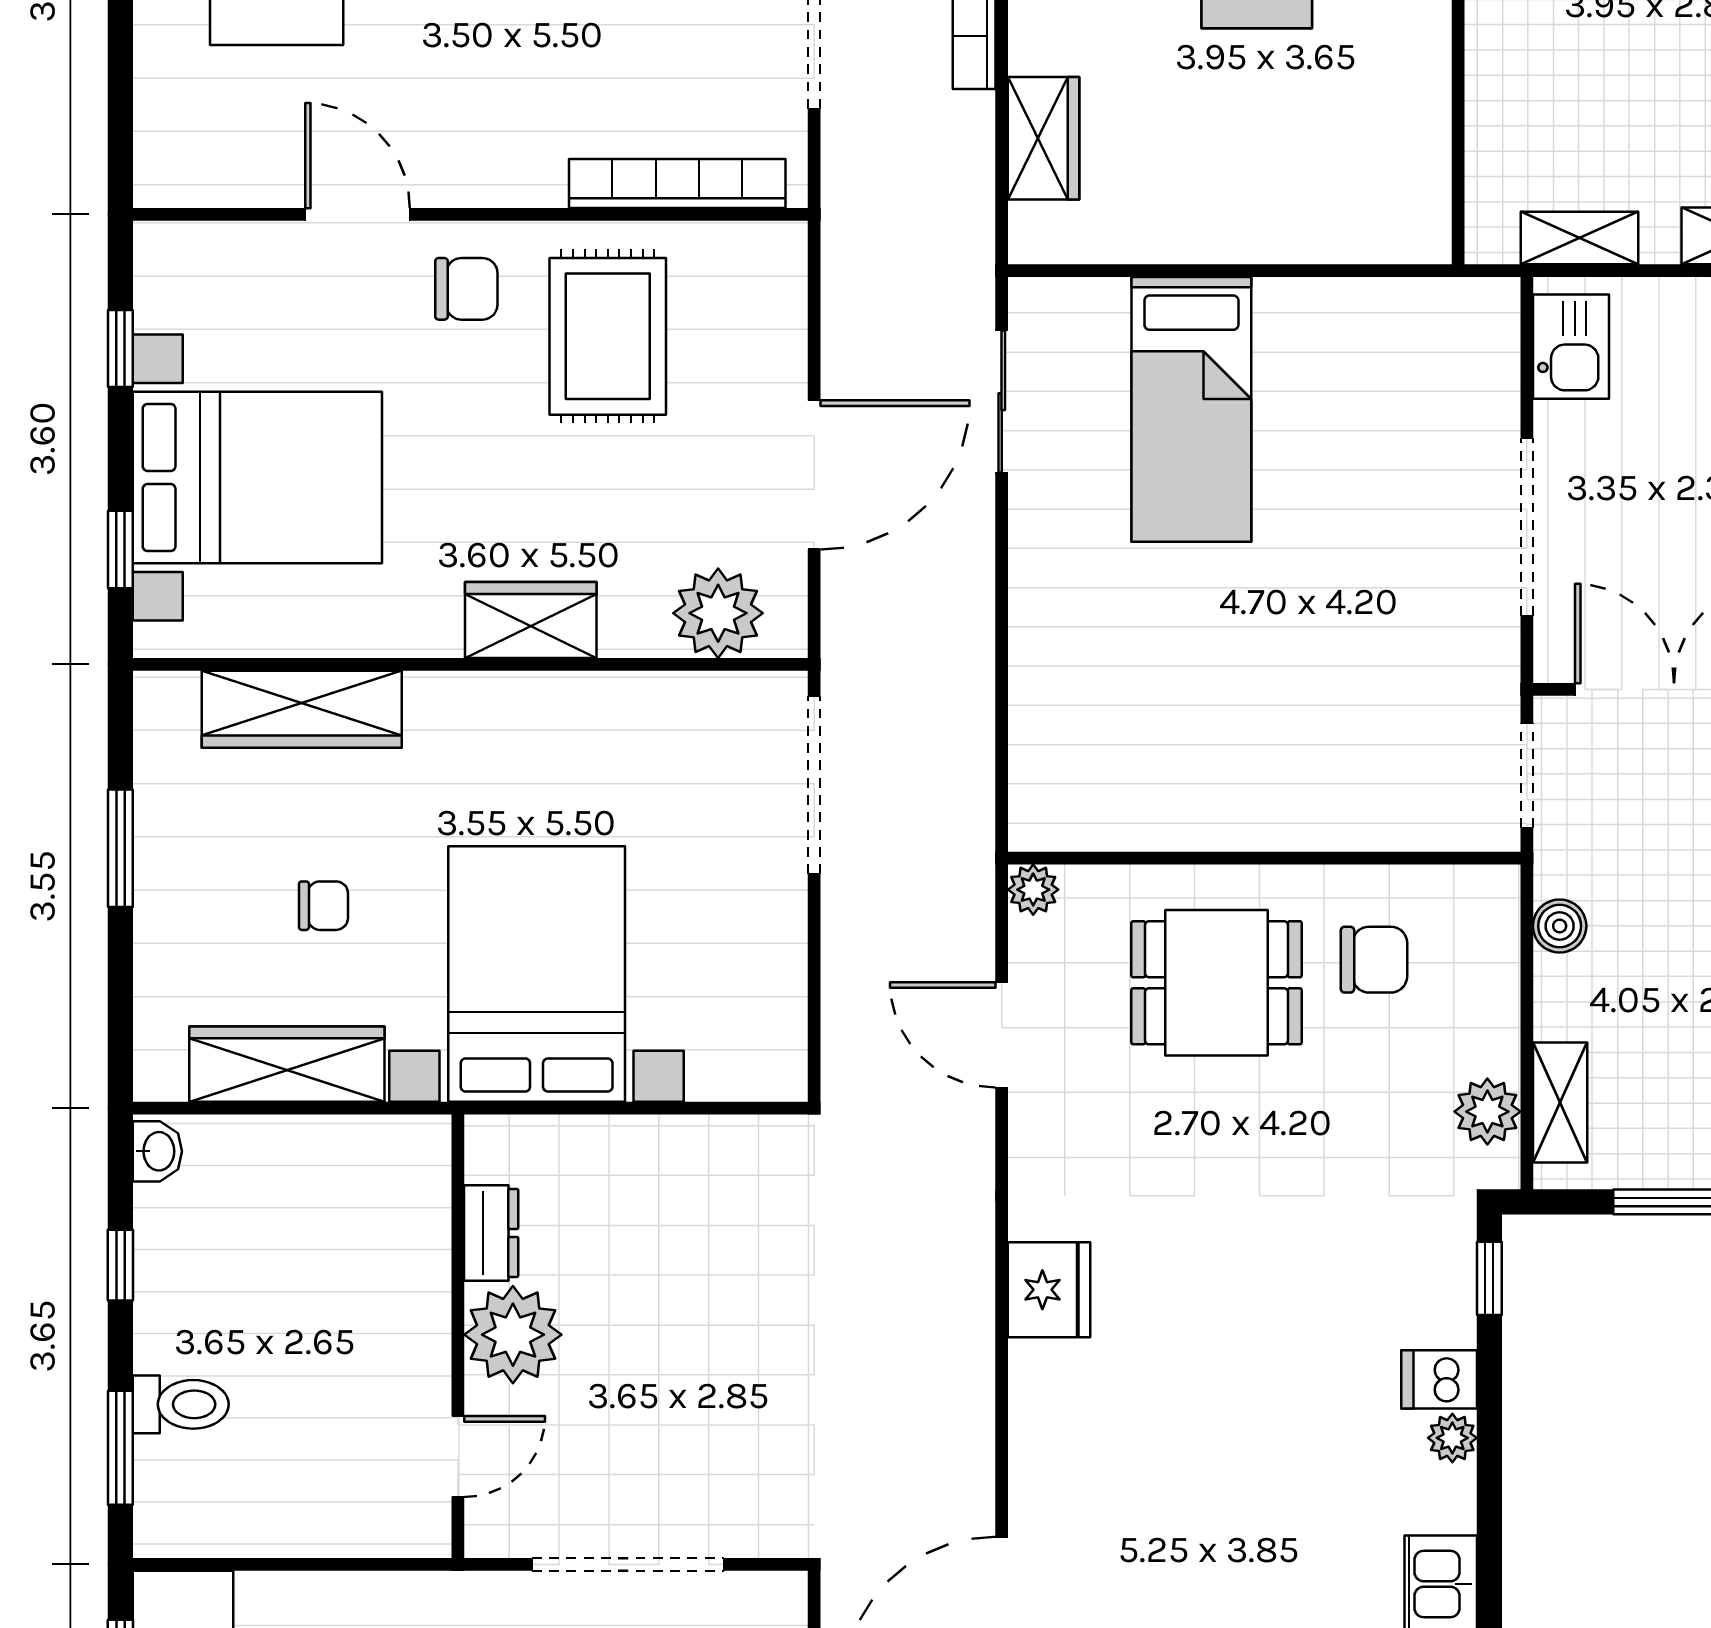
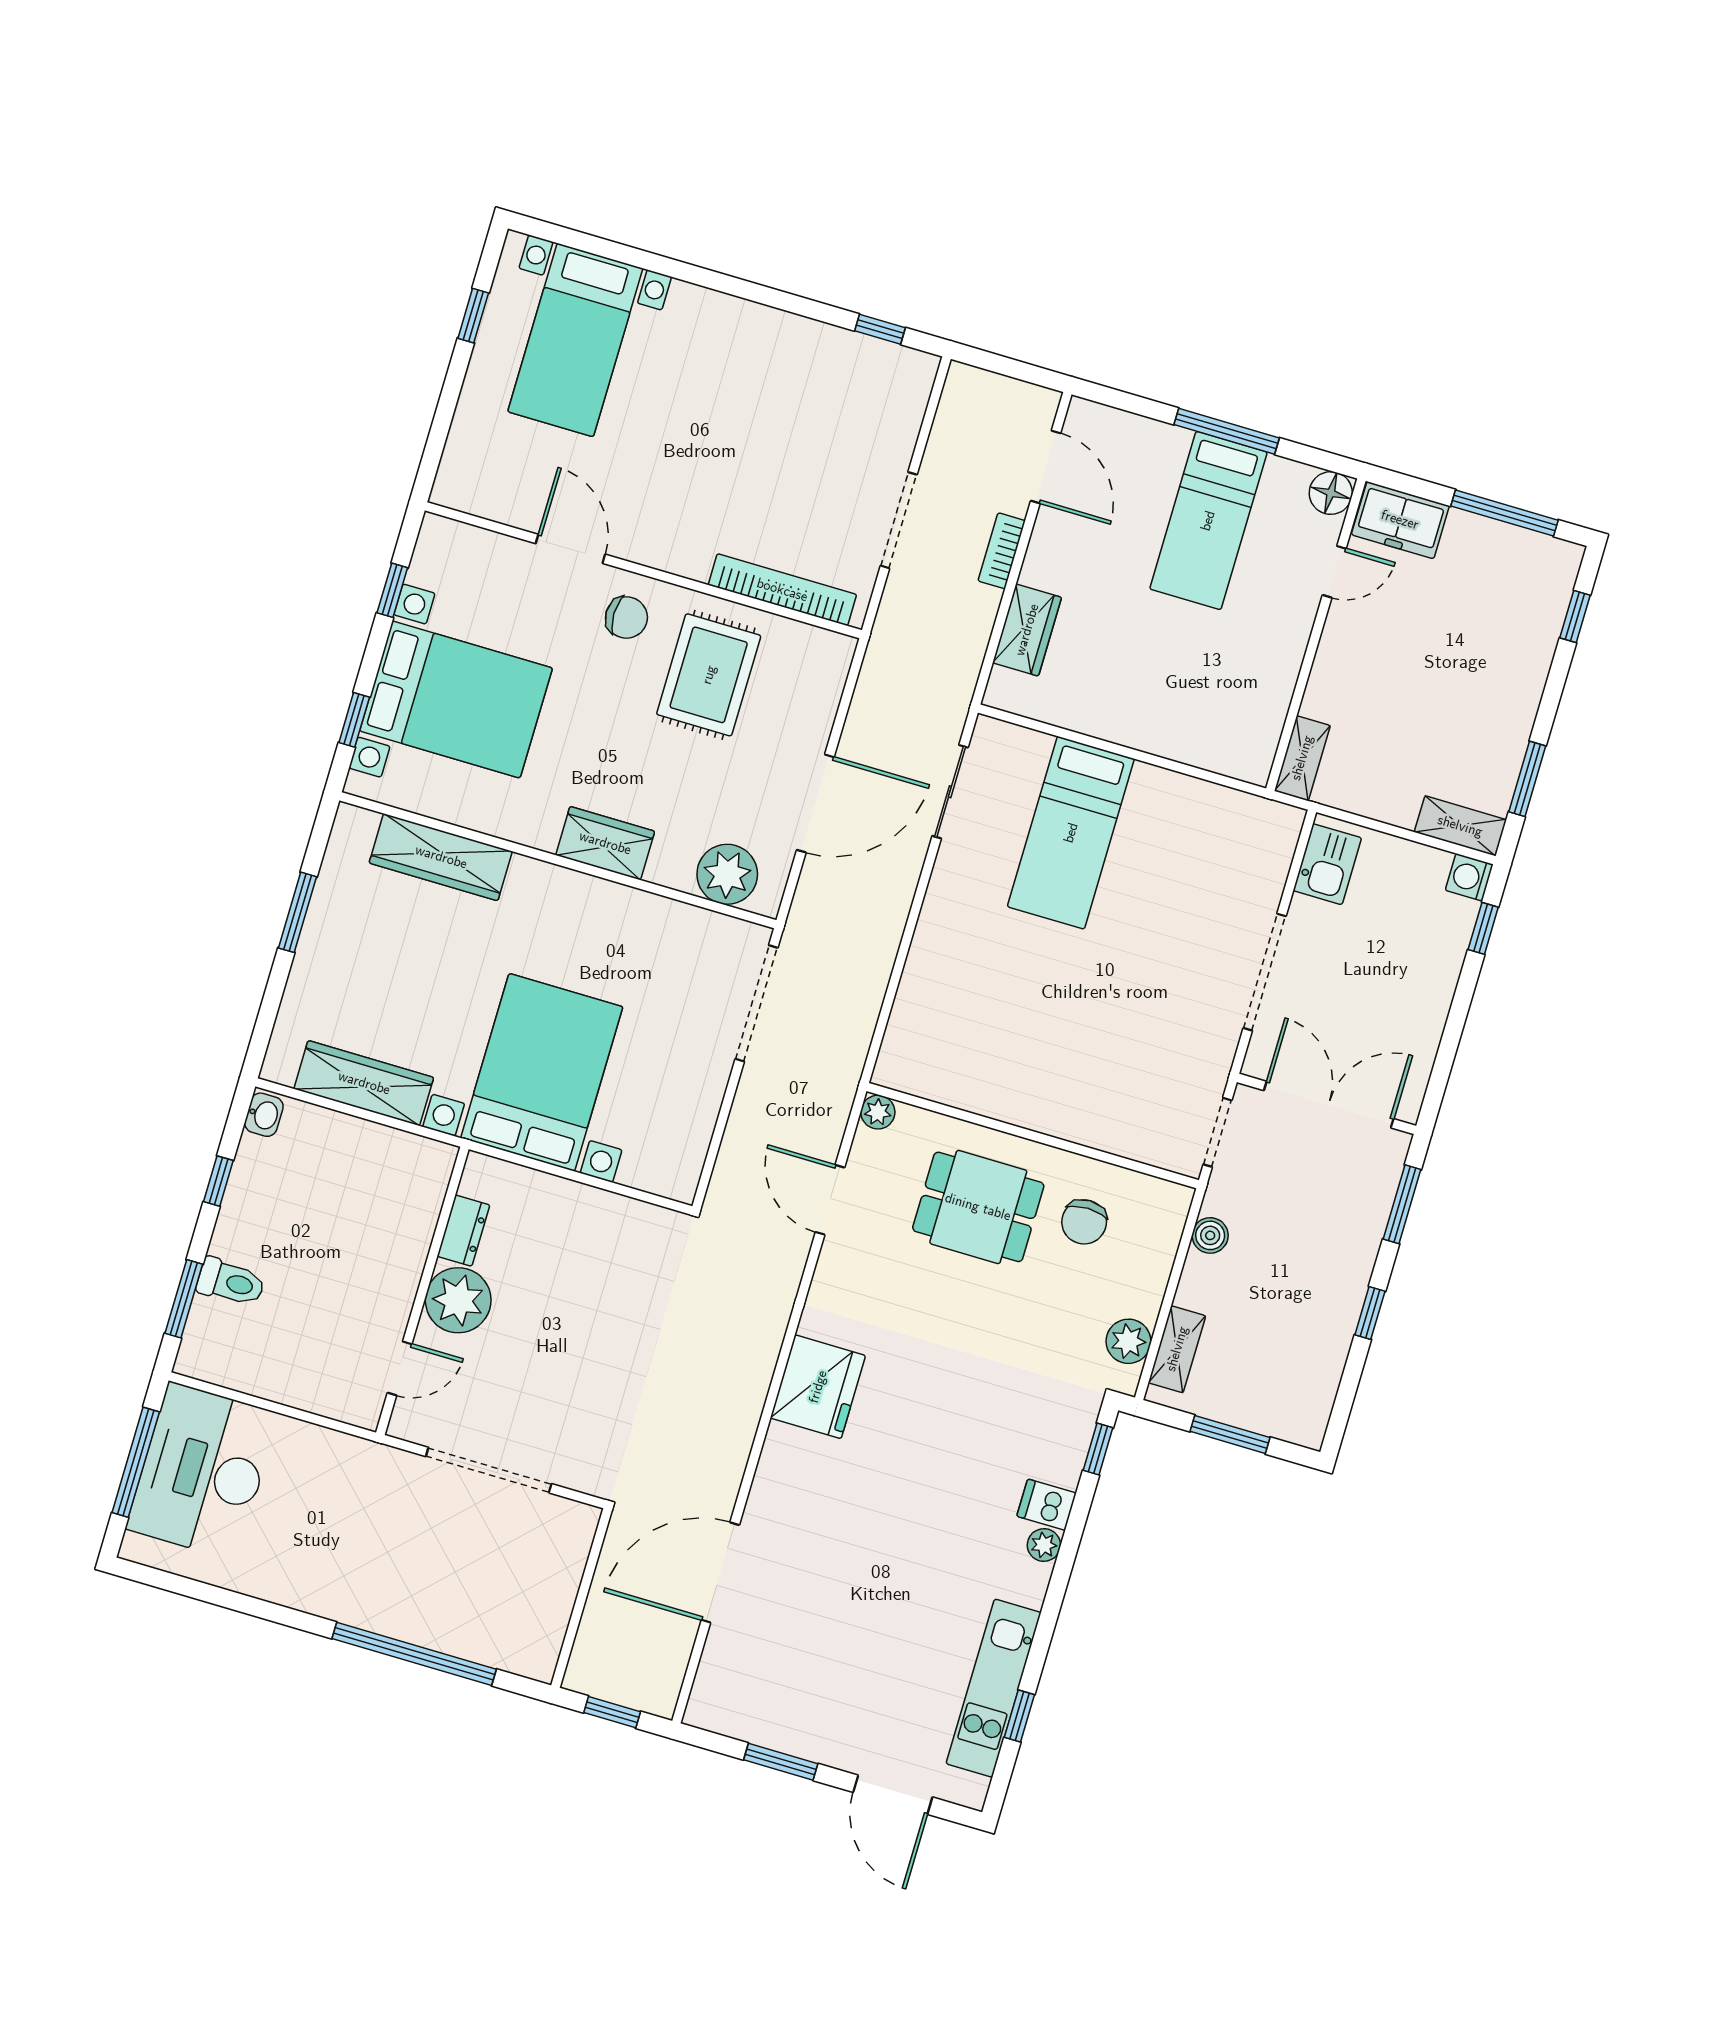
shelving: (1580, 238) -> (1302, 758), moved, turned 90
chair: (323, 906) -> (417, 988), removed
chair: (1374, 960) -> (1084, 1222), turned 90
fridge: (1049, 1290) -> (818, 1387), width x1.36, depth x1.34

